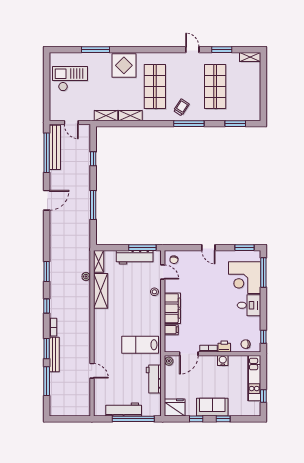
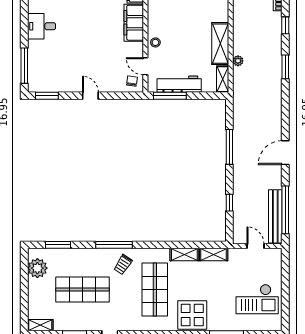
shop shelf: (215, 87) -> (82, 289), turned 90
plant: (252, 104) -> (37, 268), added
corner desk: (245, 278) -> (47, 60), removed

